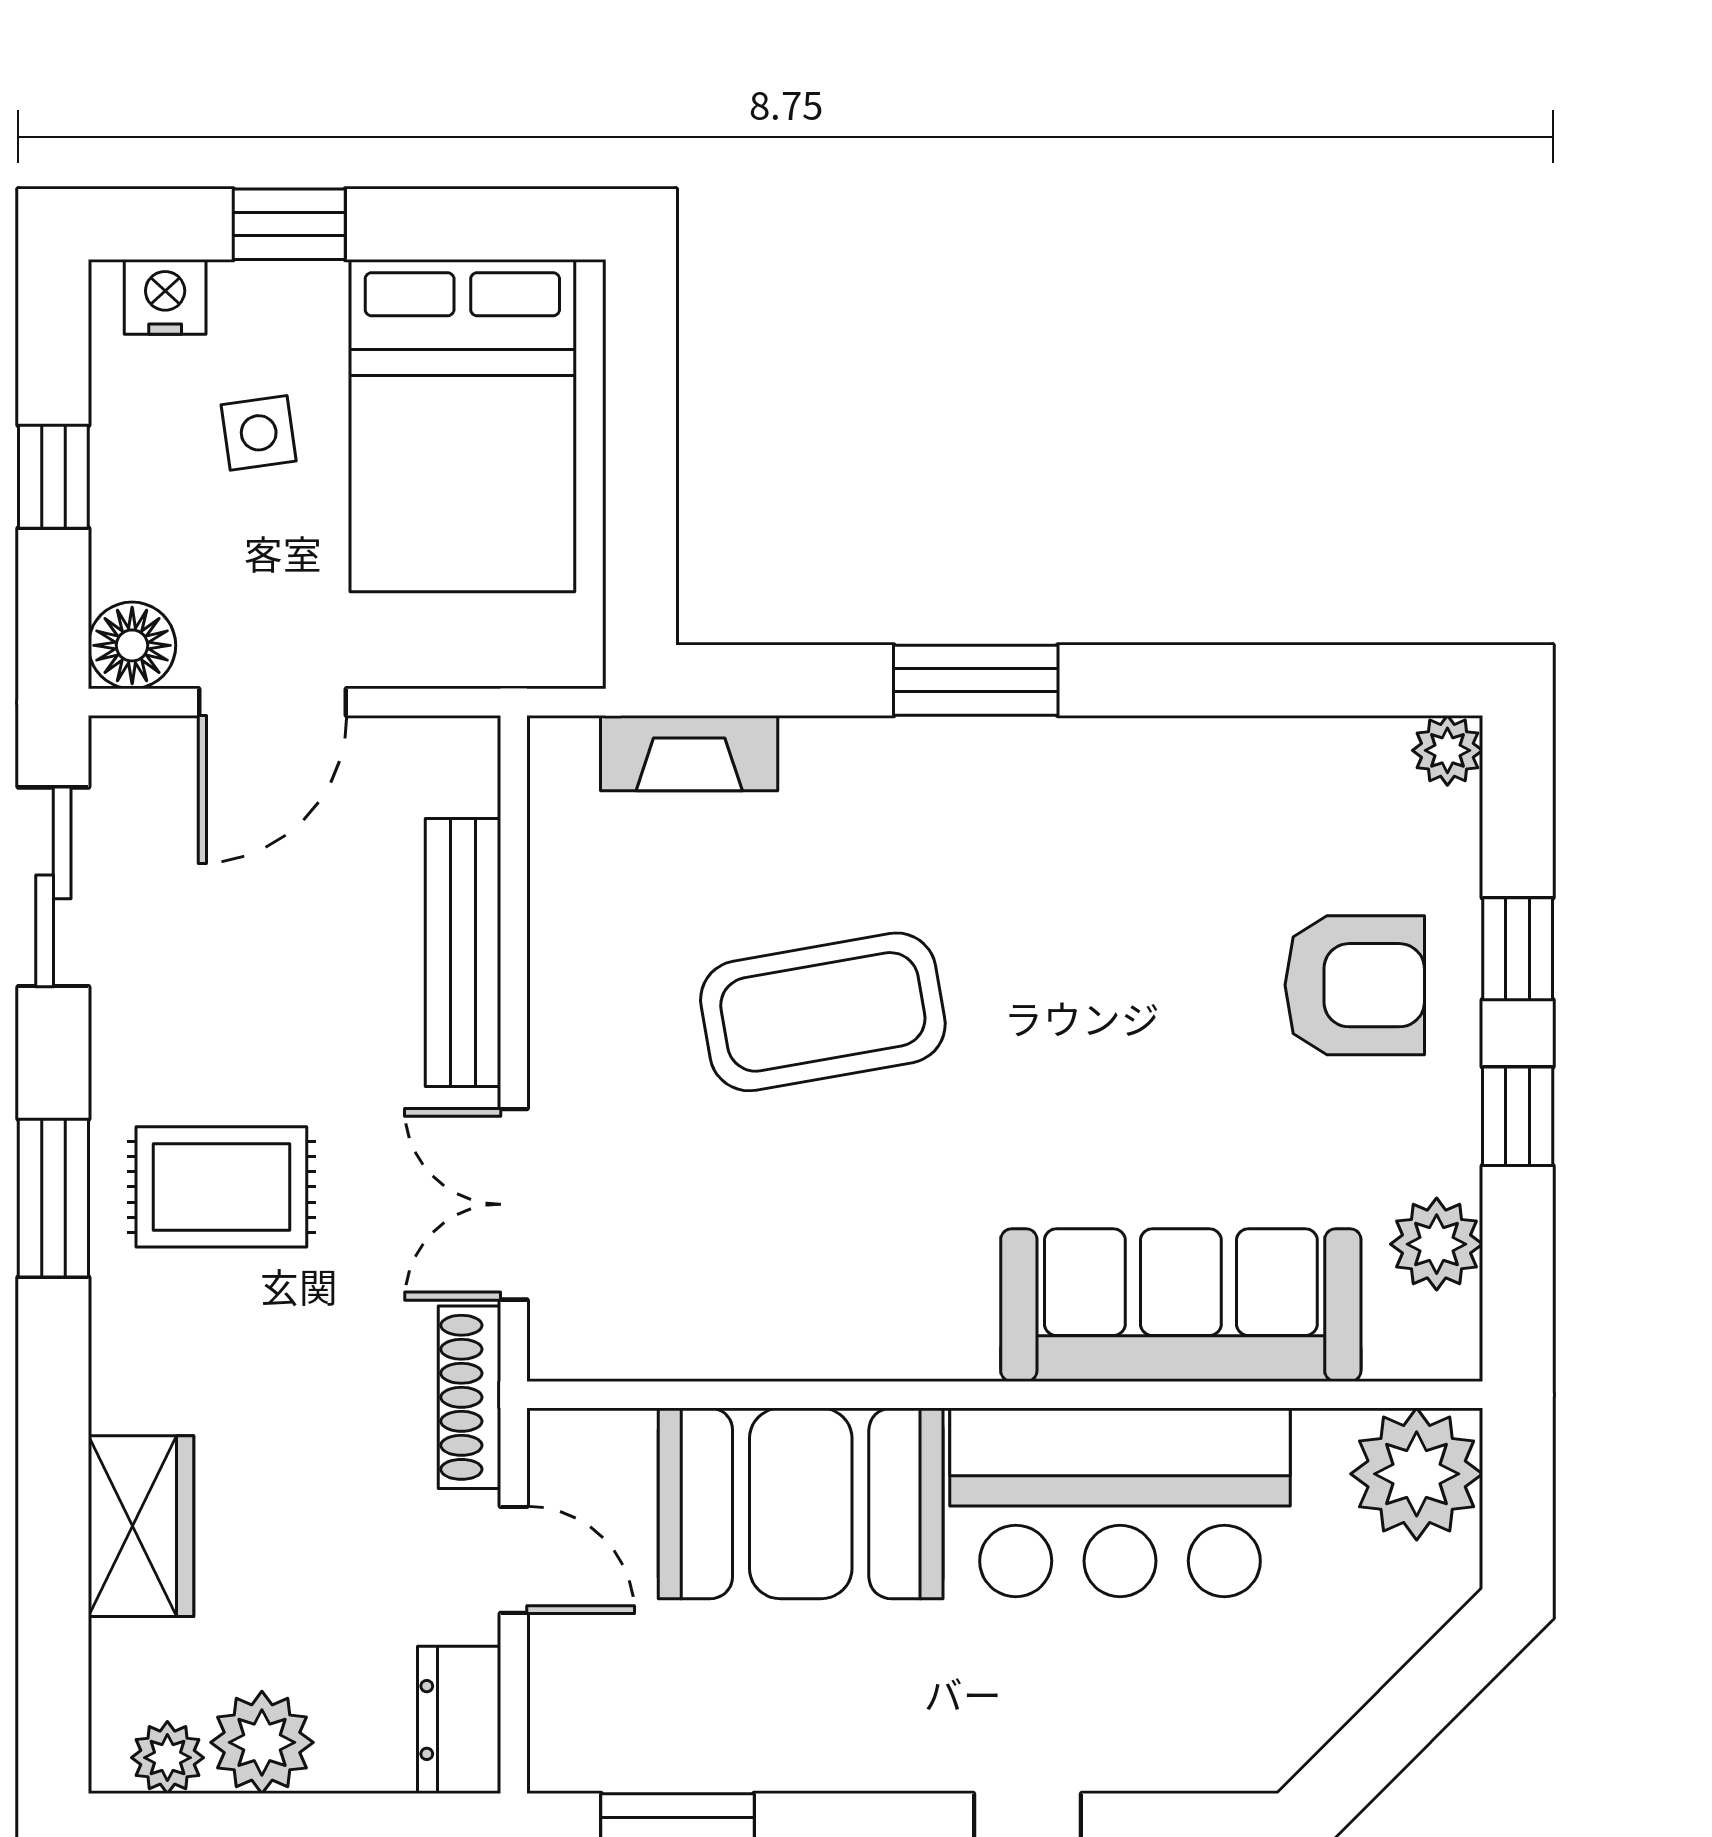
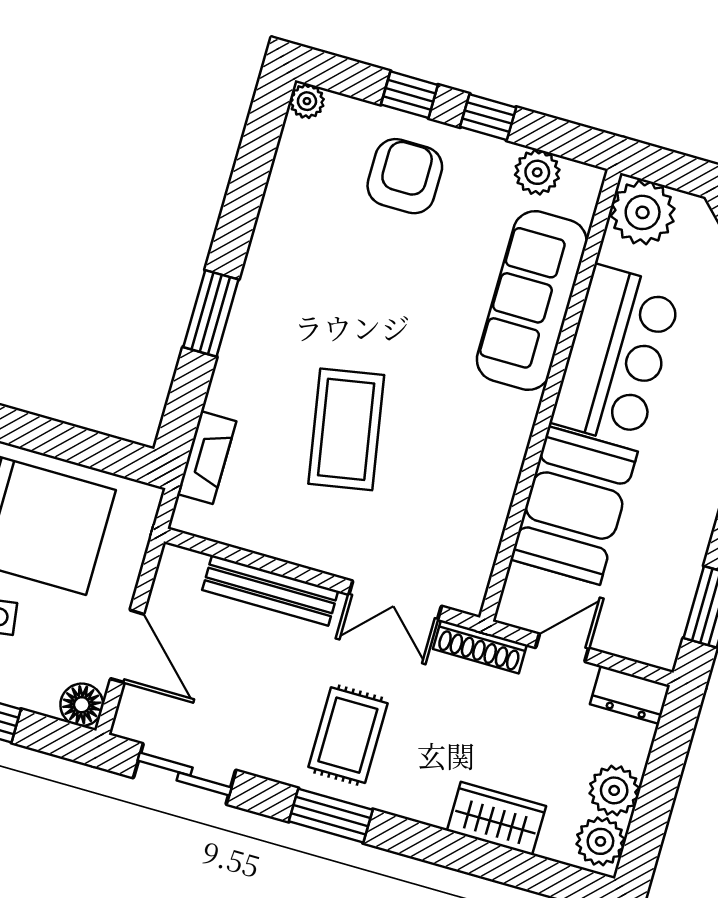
plant: (167, 1758) -> (600, 841), width x1.38, depth x1.38

